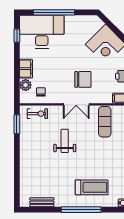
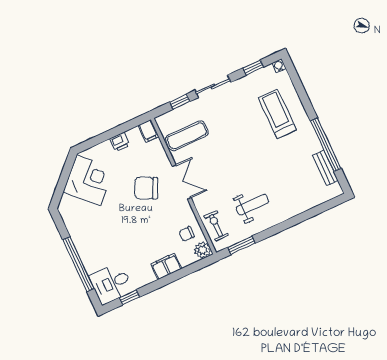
desk: (42, 32) -> (111, 283), width x0.53, depth x0.77
chair: (83, 79) -> (146, 188), turned -64
plant: (26, 85) -> (202, 250), moved
weight bench: (65, 141) -> (252, 205), moved, turned 180
window: (81, 210) -> (326, 145), moved

